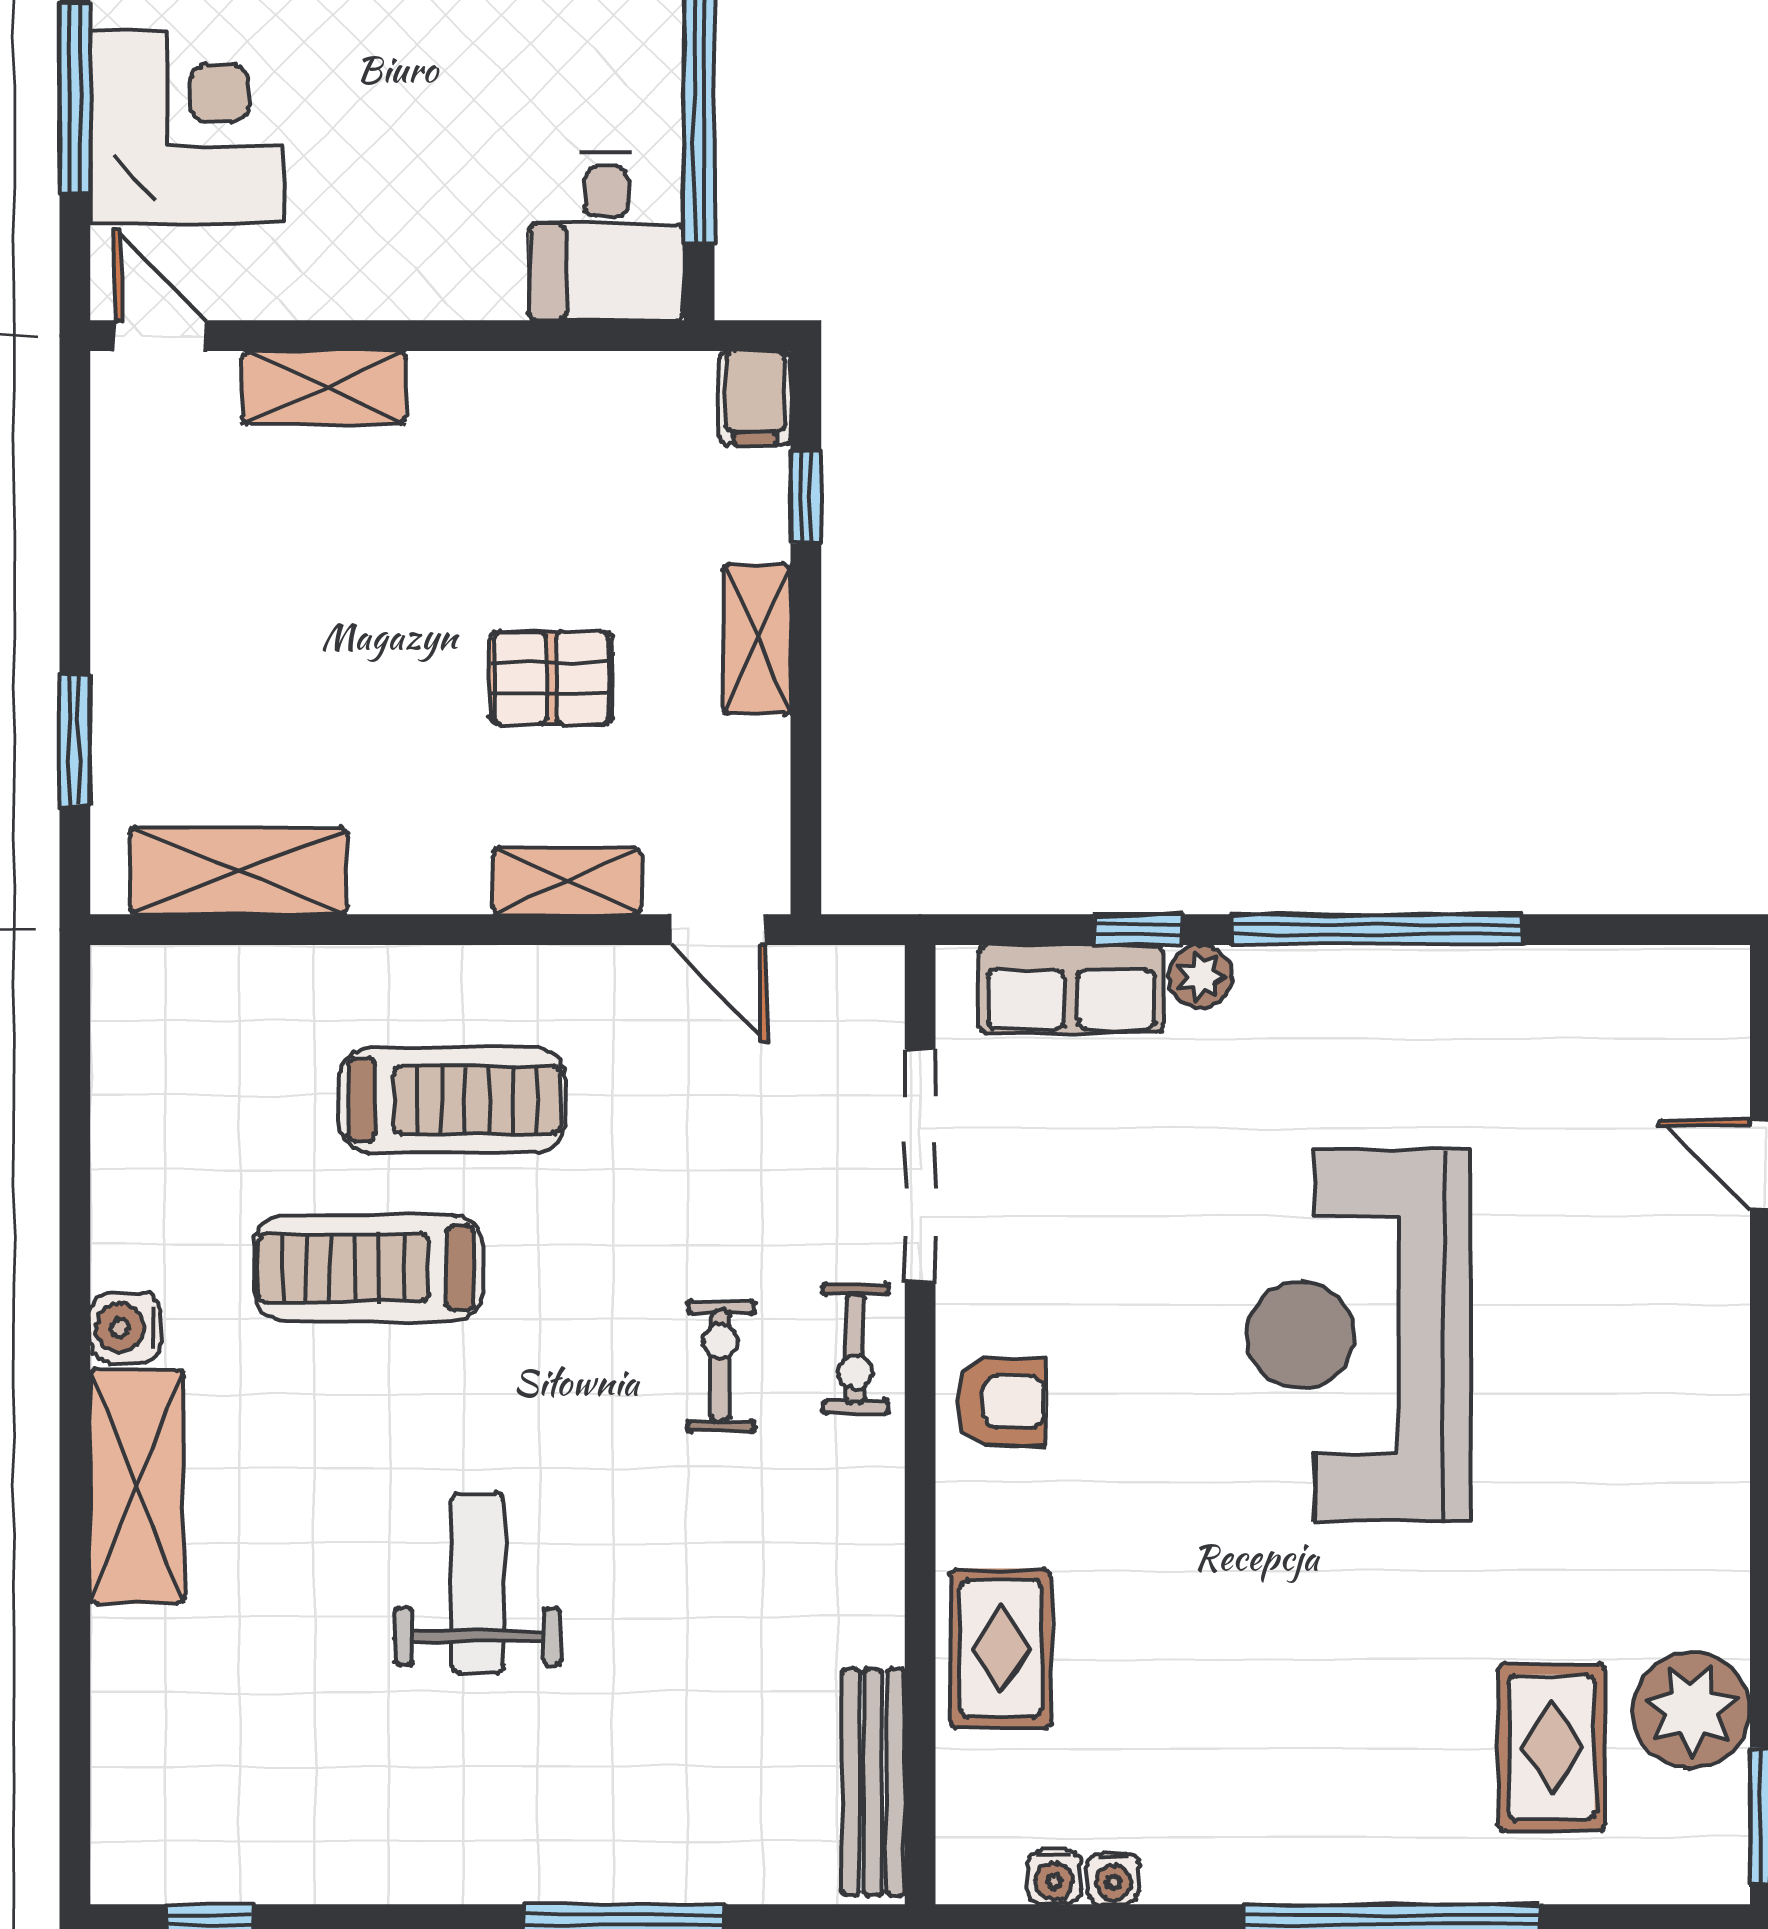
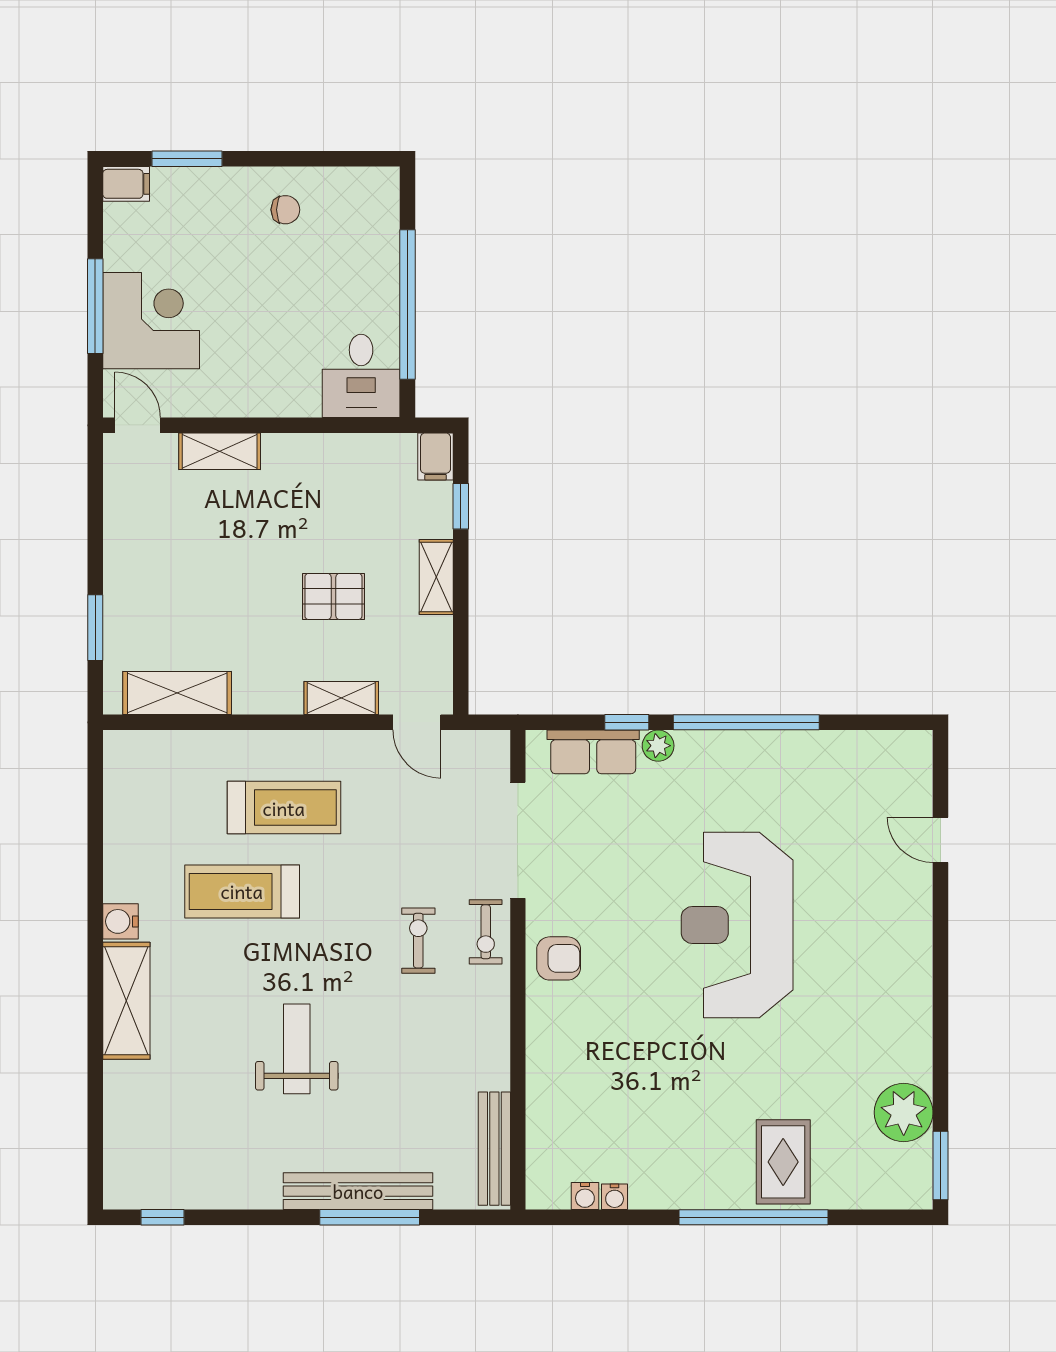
rug: (1001, 1648) -> (558, 1082), removed
rug: (1552, 1747) -> (783, 1162), moved
bench: (600, 1867) -> (358, 1191), added

